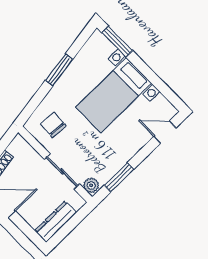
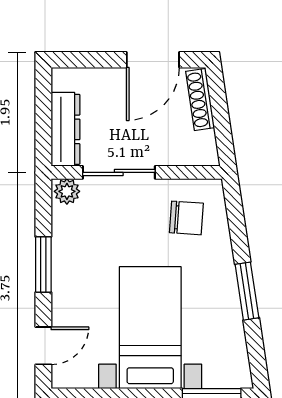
window: (119, 177) -> (43, 264), moved
dresser: (56, 221) -> (65, 129), moved

